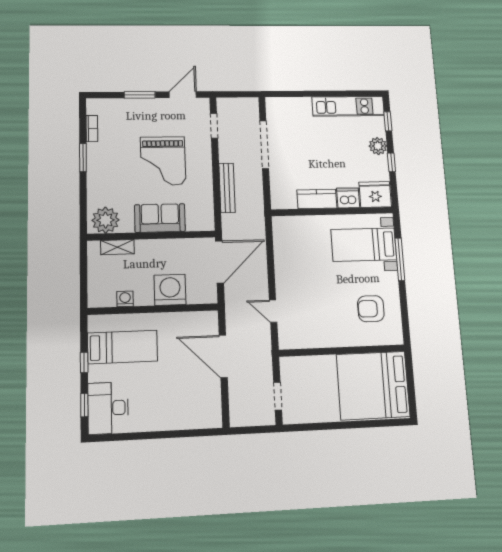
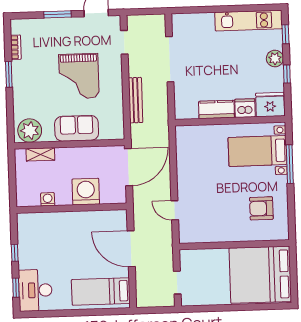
bed: (122, 347) -> (101, 291), moved, turned 180

